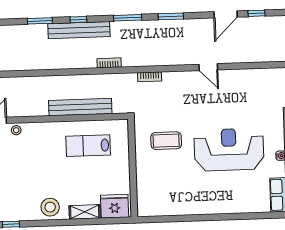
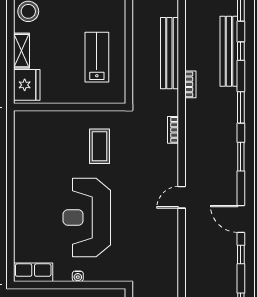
bench: (80, 107) -> (169, 53), moved
reception desk: (229, 150) -> (87, 218), turned 180

